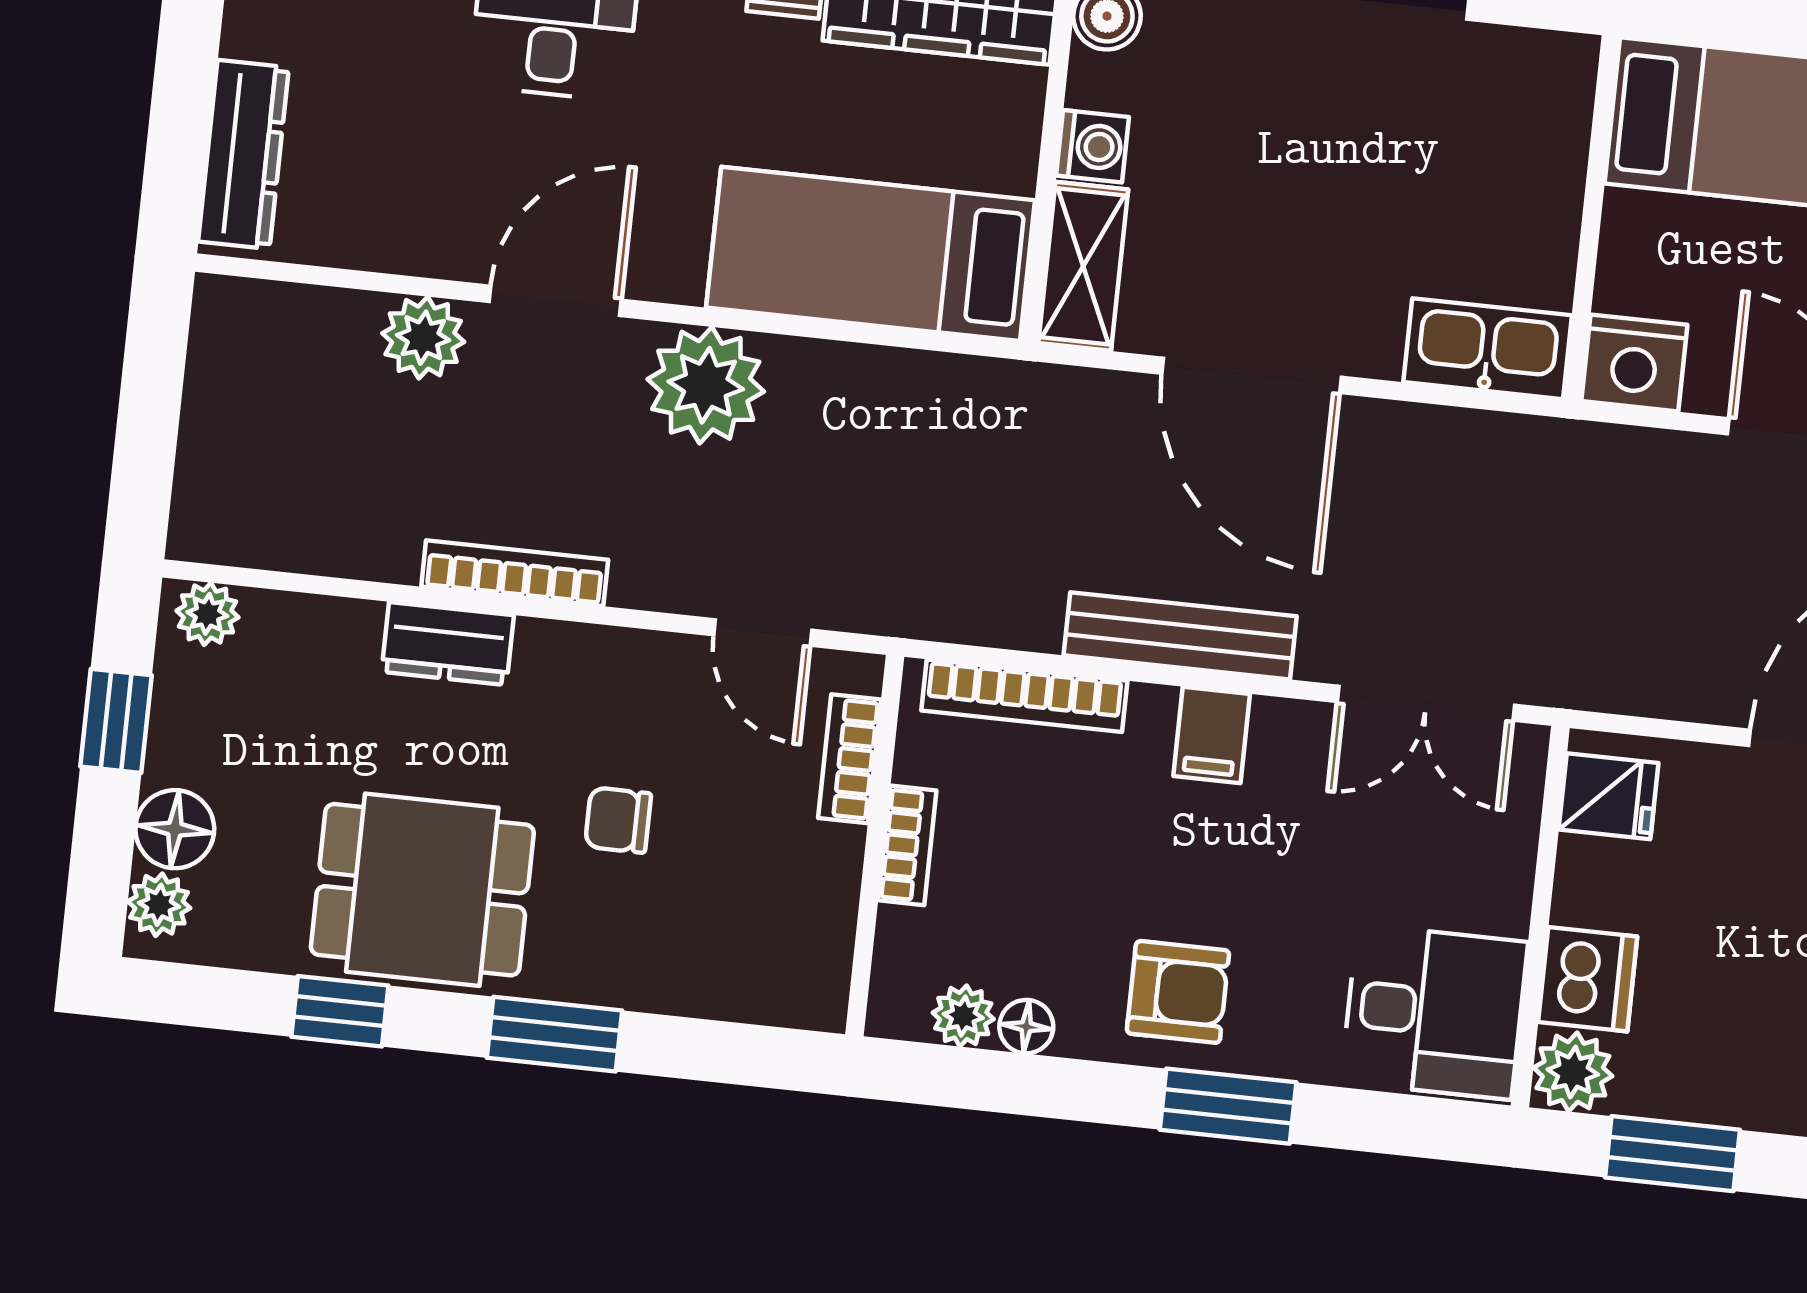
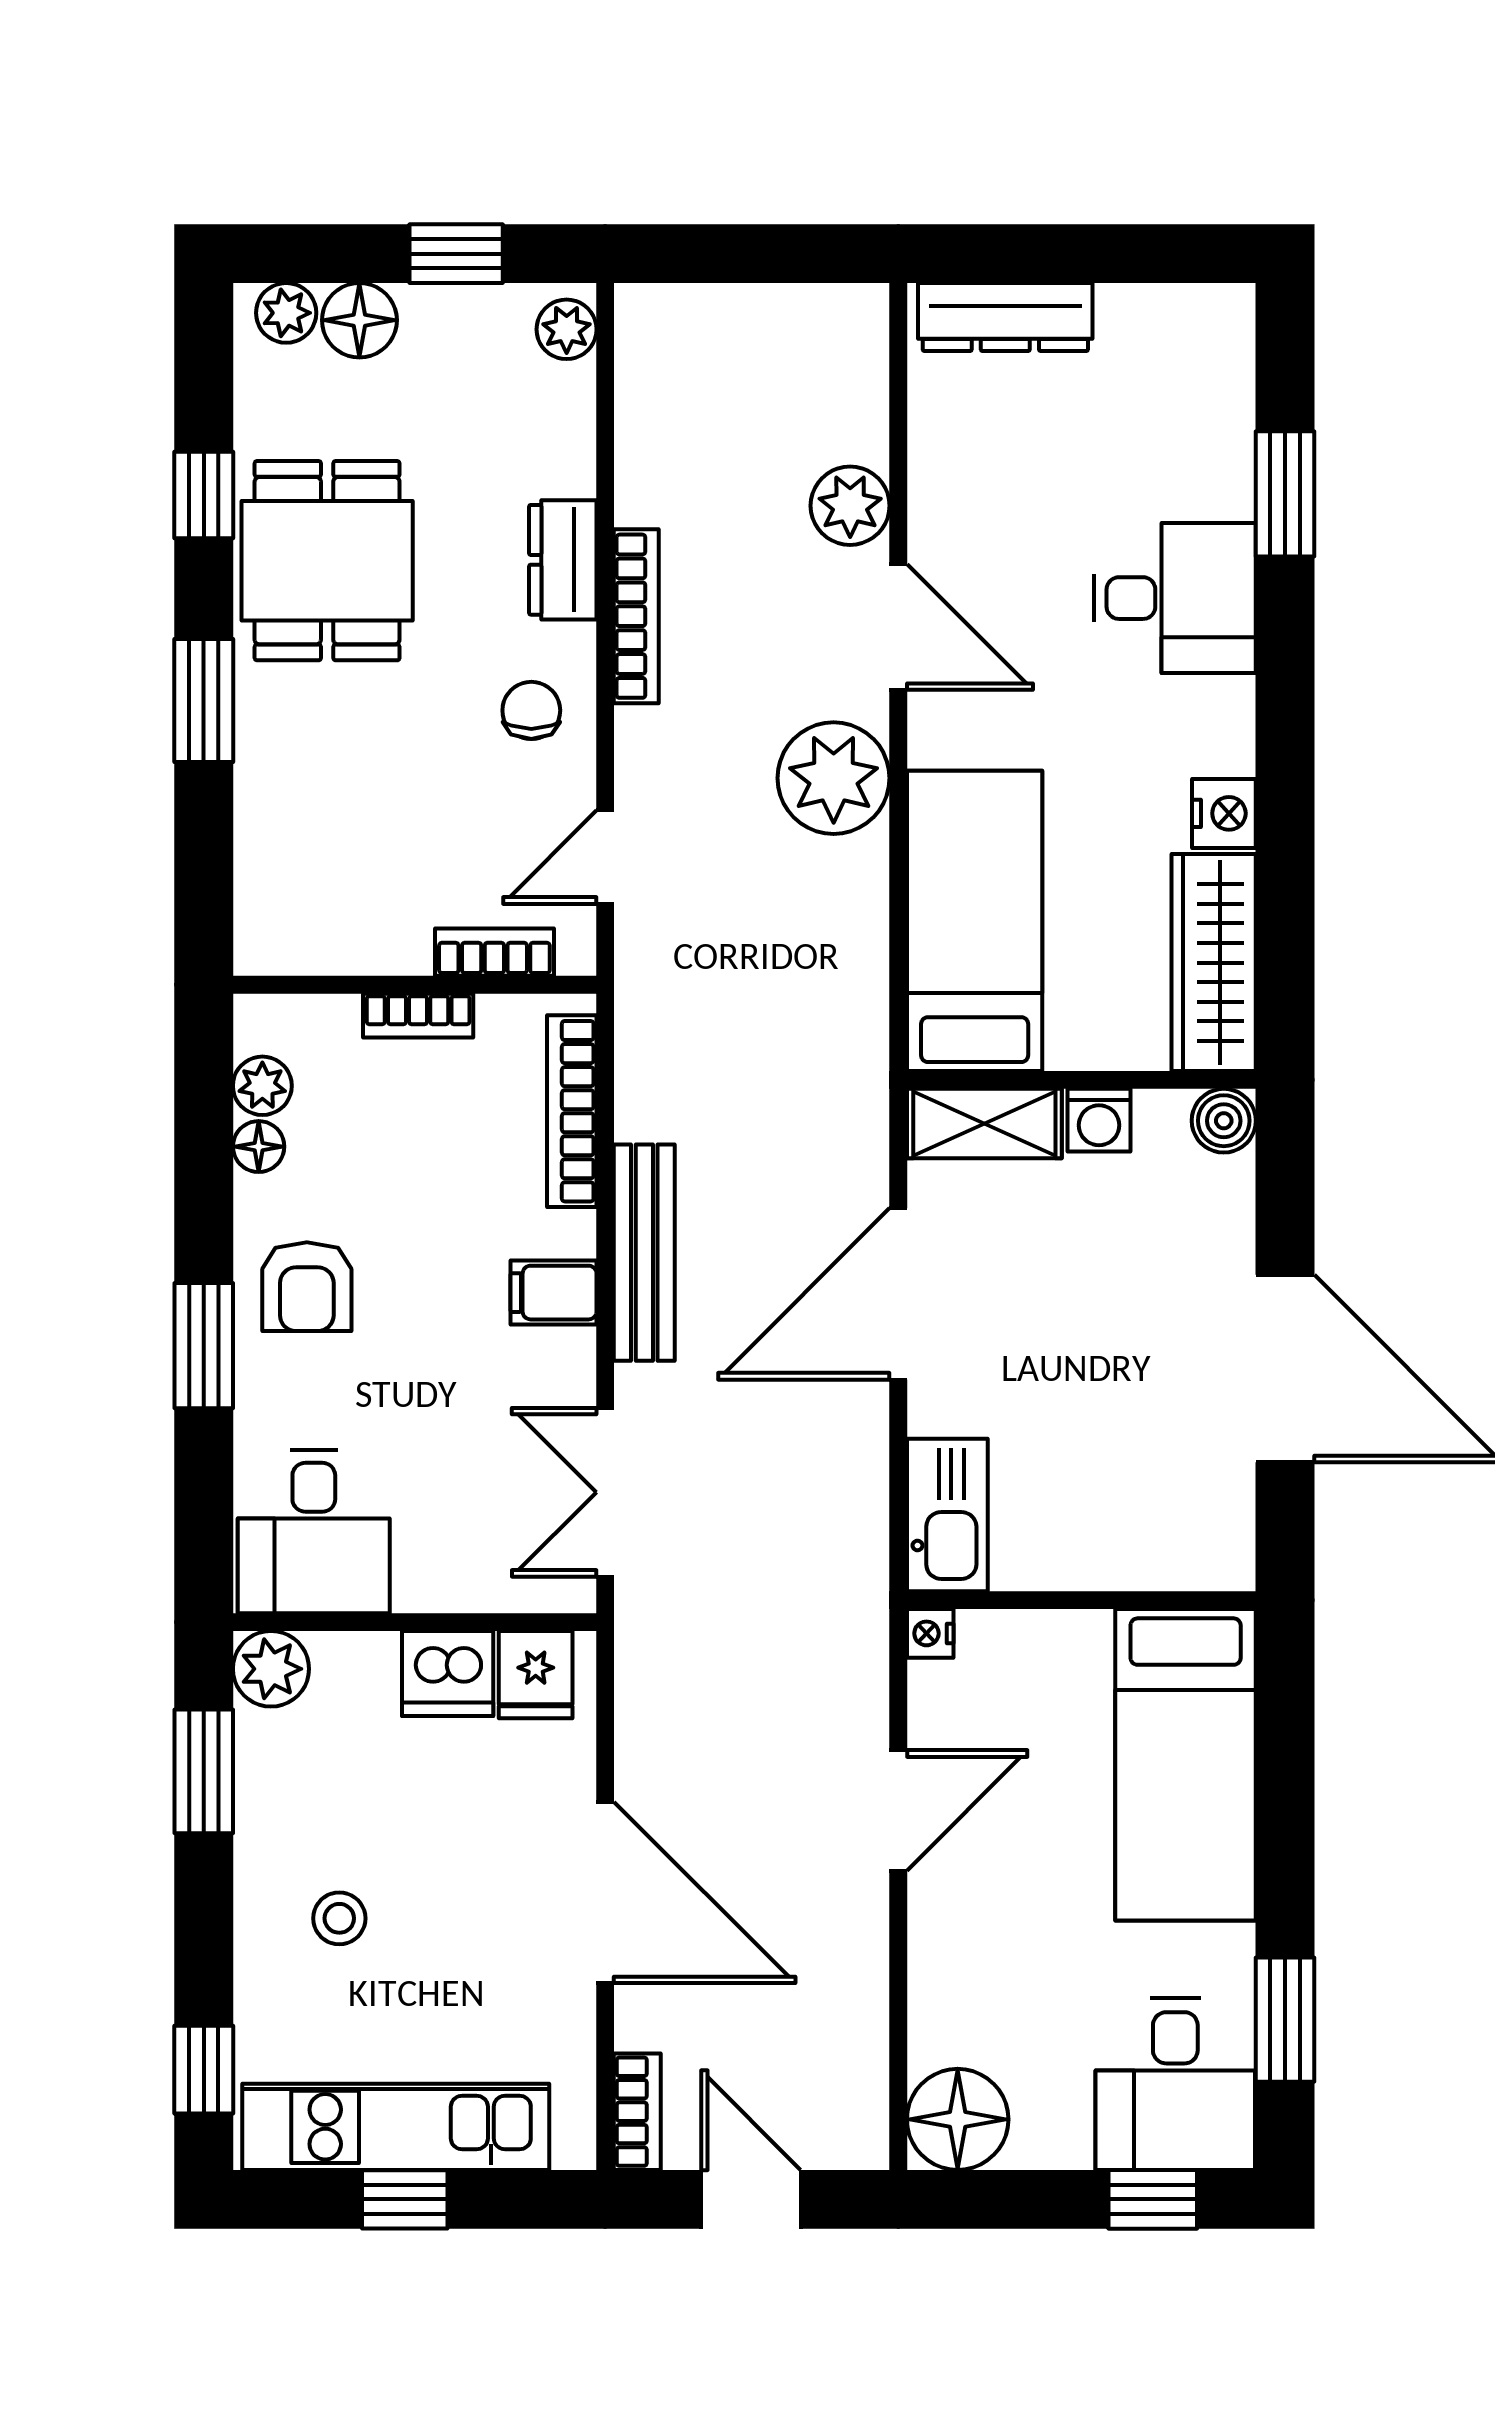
nightstand: (1634, 363) -> (930, 1633), width x0.53, depth x0.56
chair: (618, 820) -> (531, 710), moved
dishwasher: (1588, 979) -> (448, 1673), moved

